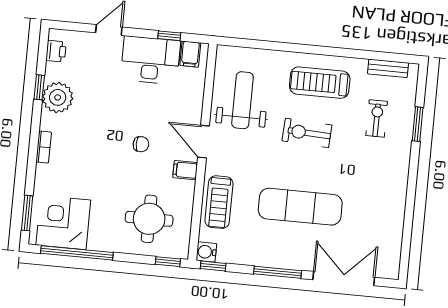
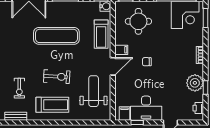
weight bench: (243, 100) -> (94, 91), turned 180
door: (204, 142) -> (113, 66), hinge flipped
treadmill: (219, 202) -> (101, 34), turned 180

